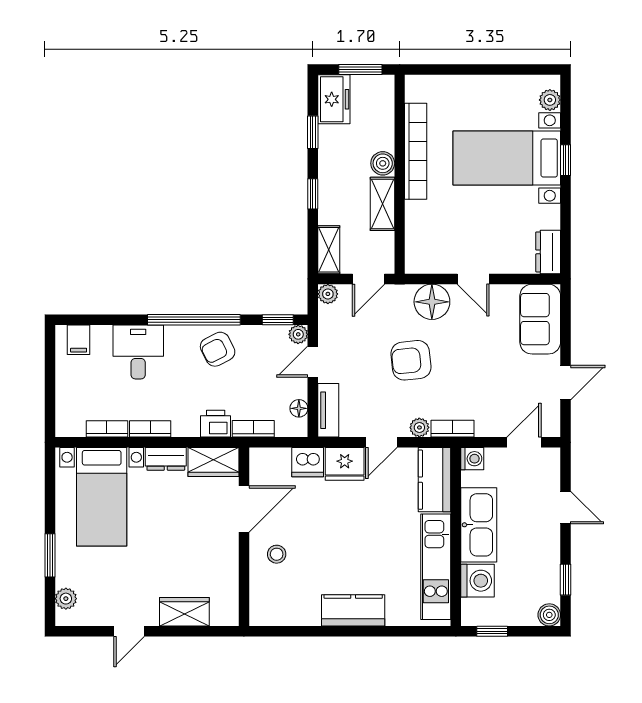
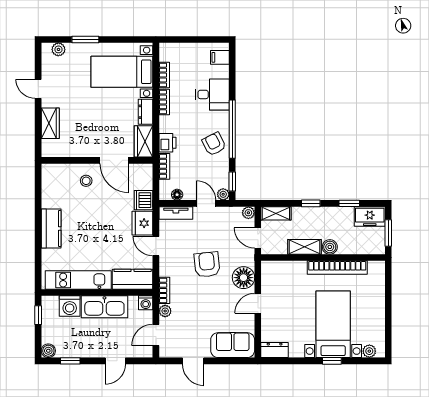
plant: (419, 427) -> (165, 311), moved
door: (524, 442) -> (156, 335), swing flipped

